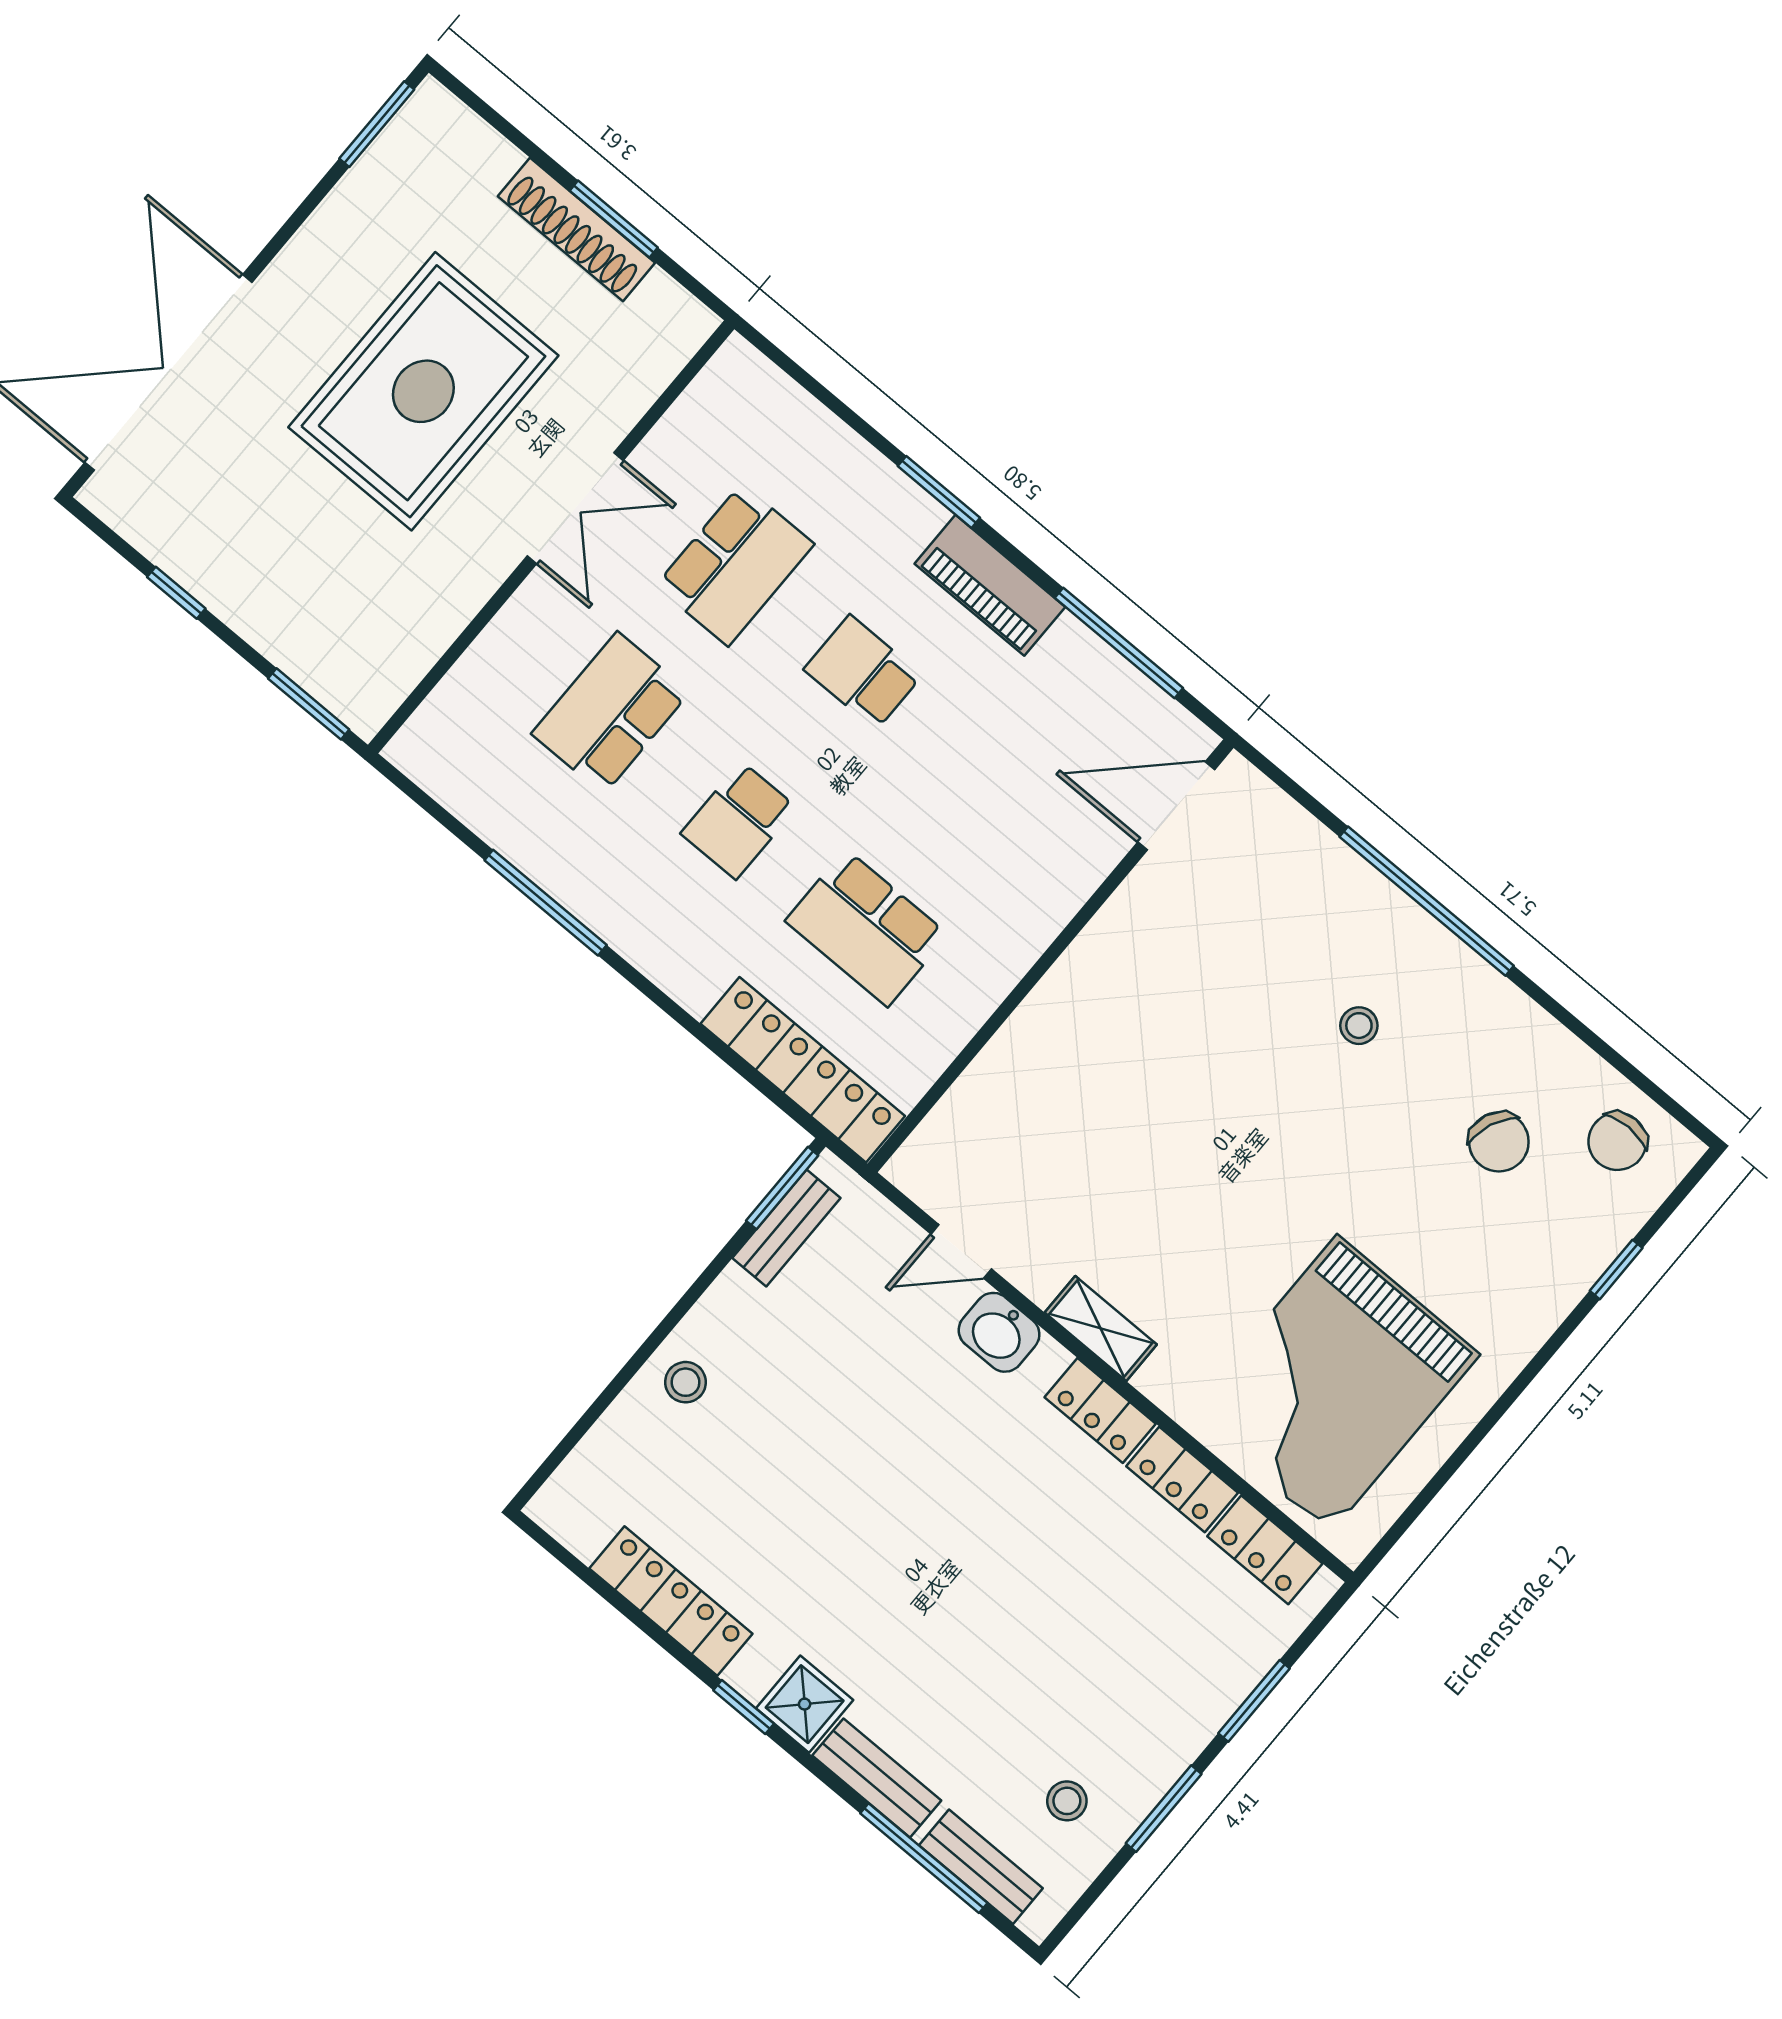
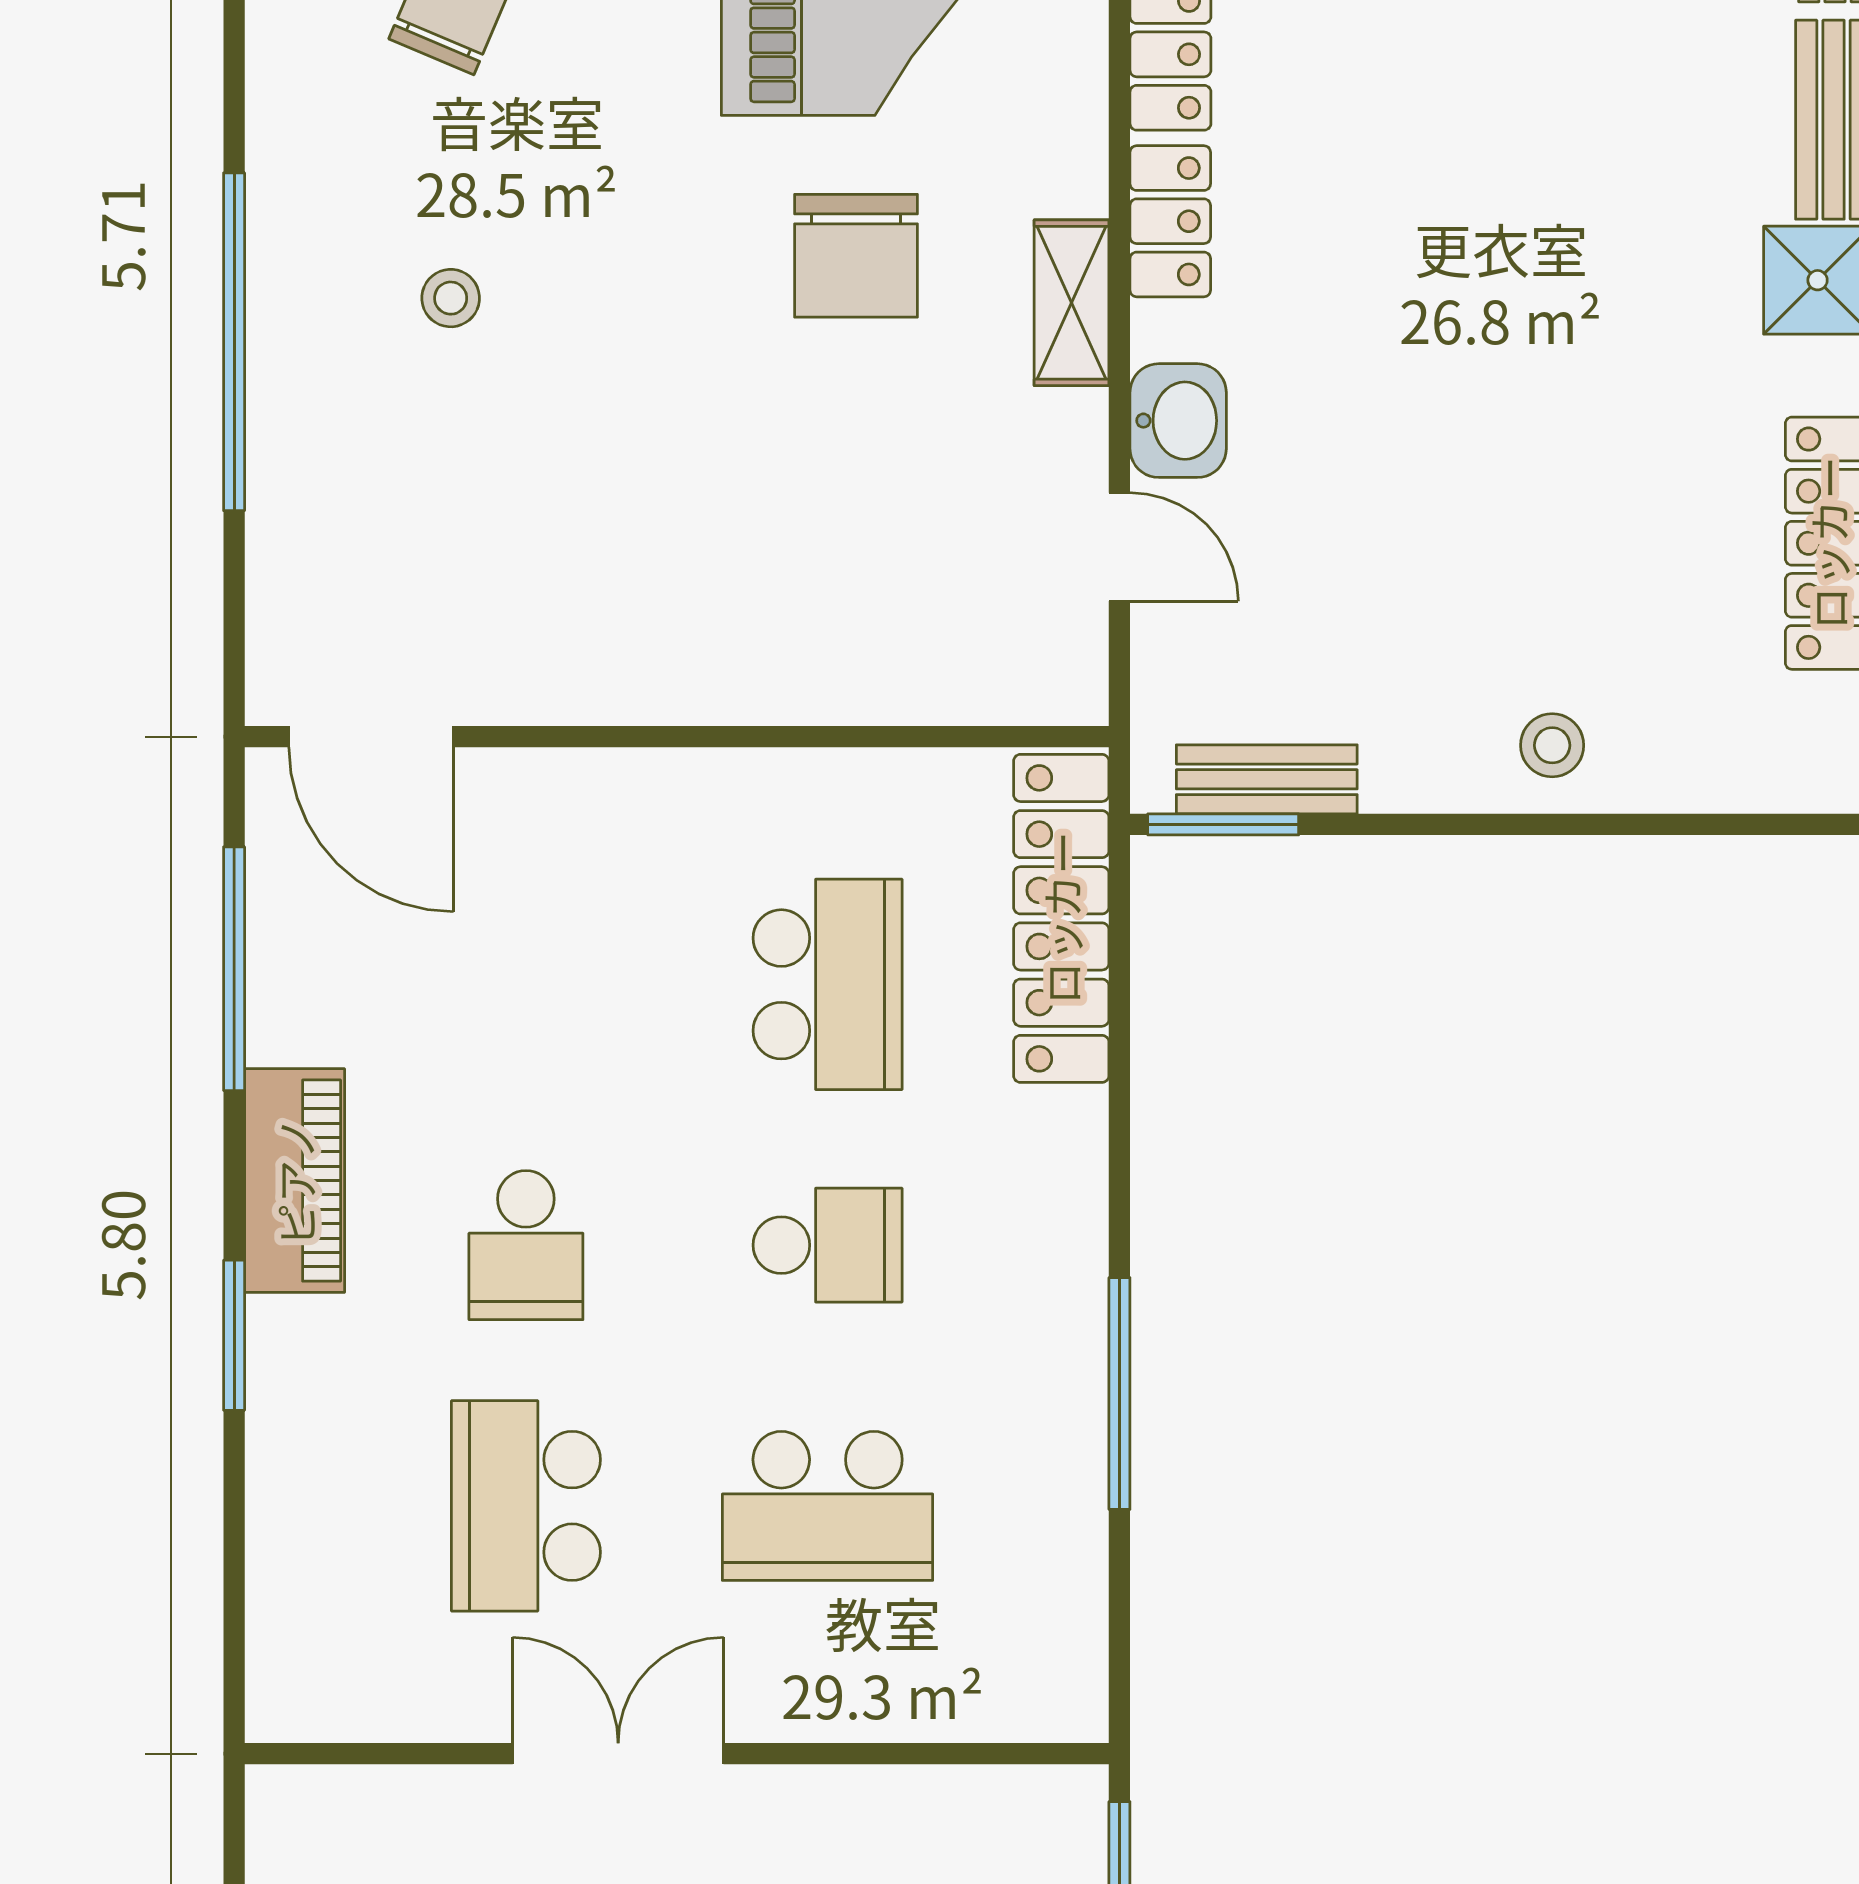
school desk: (735, 565) -> (526, 1506), turned -90
chair: (1213, 1242) -> (856, 256), added

